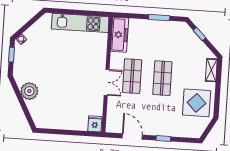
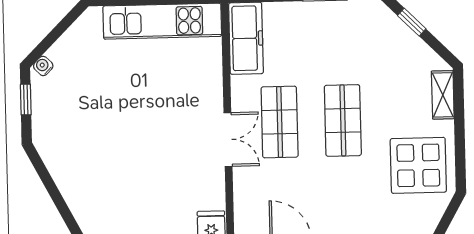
plant: (29, 91) -> (69, 172), removed

